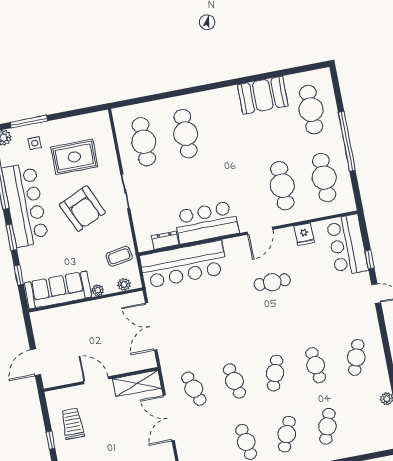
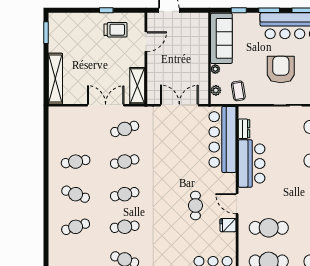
armchair: (82, 209) -> (281, 70), turned 114
fridge: (304, 234) -> (228, 225), moved
cafe table: (275, 373) -> (125, 194), turned -30
door: (96, 380) -> (146, 42), moved
cafe table: (327, 426) -> (76, 227), turned -36

